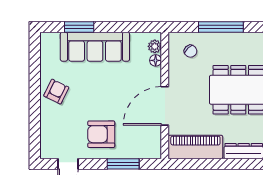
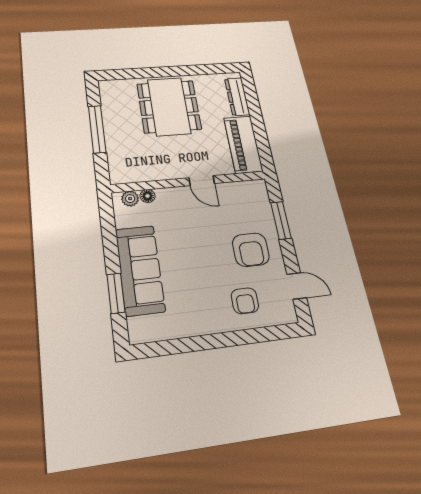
chair: (190, 51) -> (131, 159), removed
armchair: (56, 92) -> (245, 301), moved, turned -116
door: (165, 106) -> (202, 181), width x0.53

